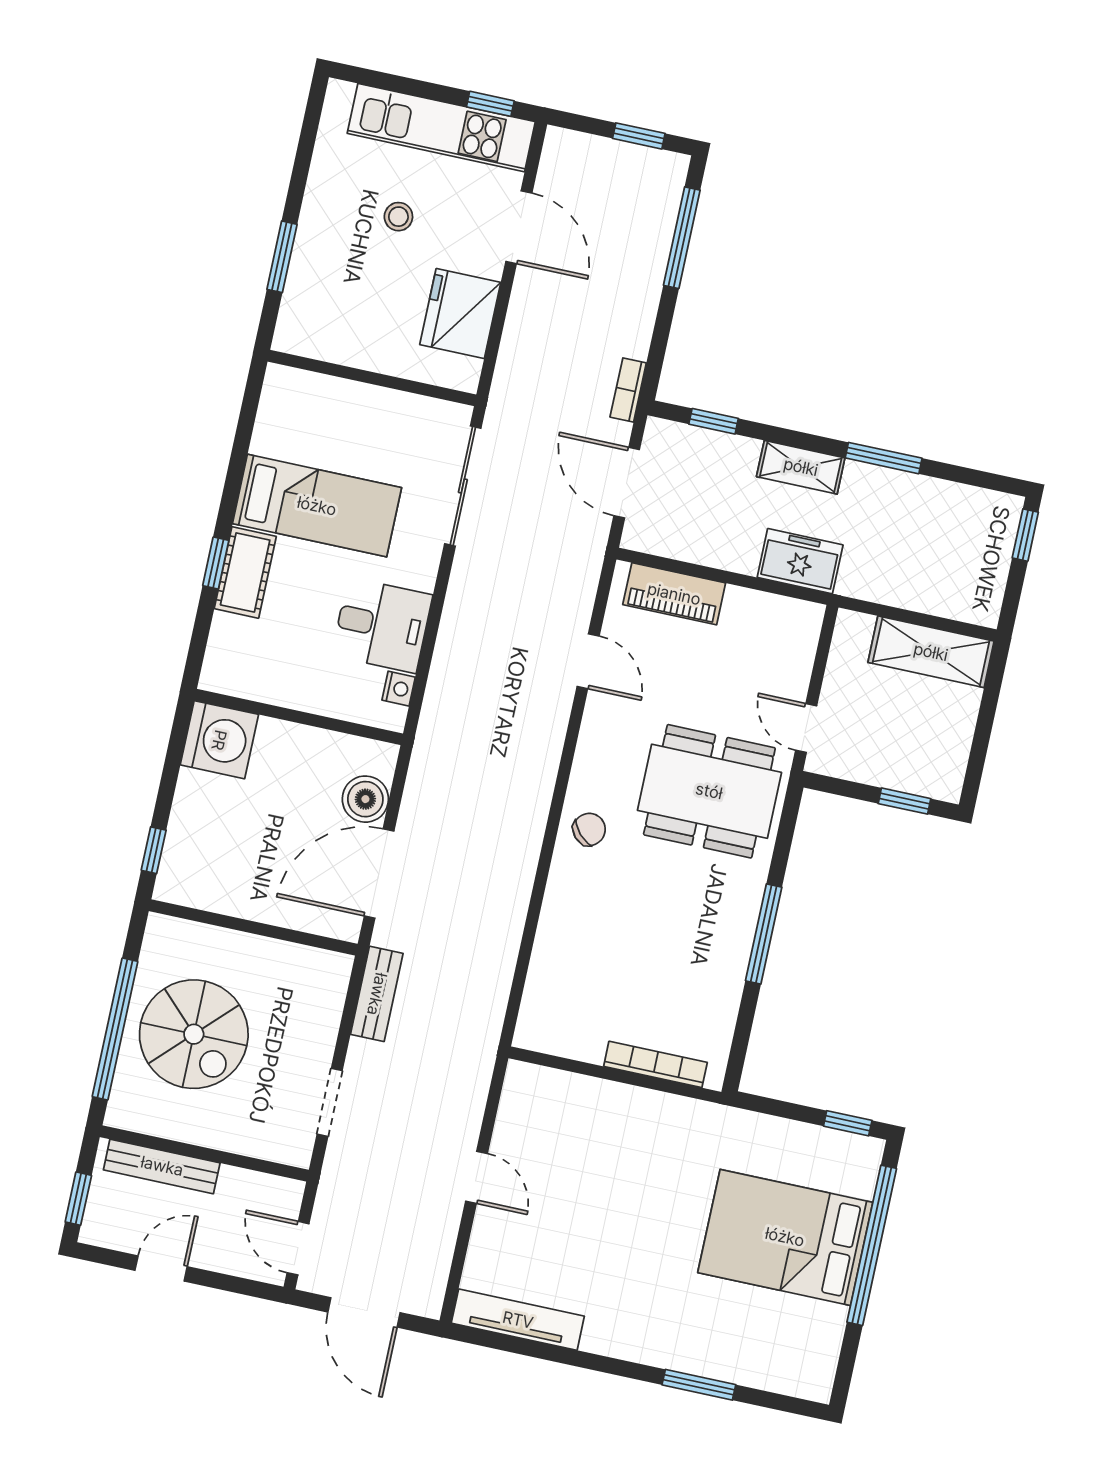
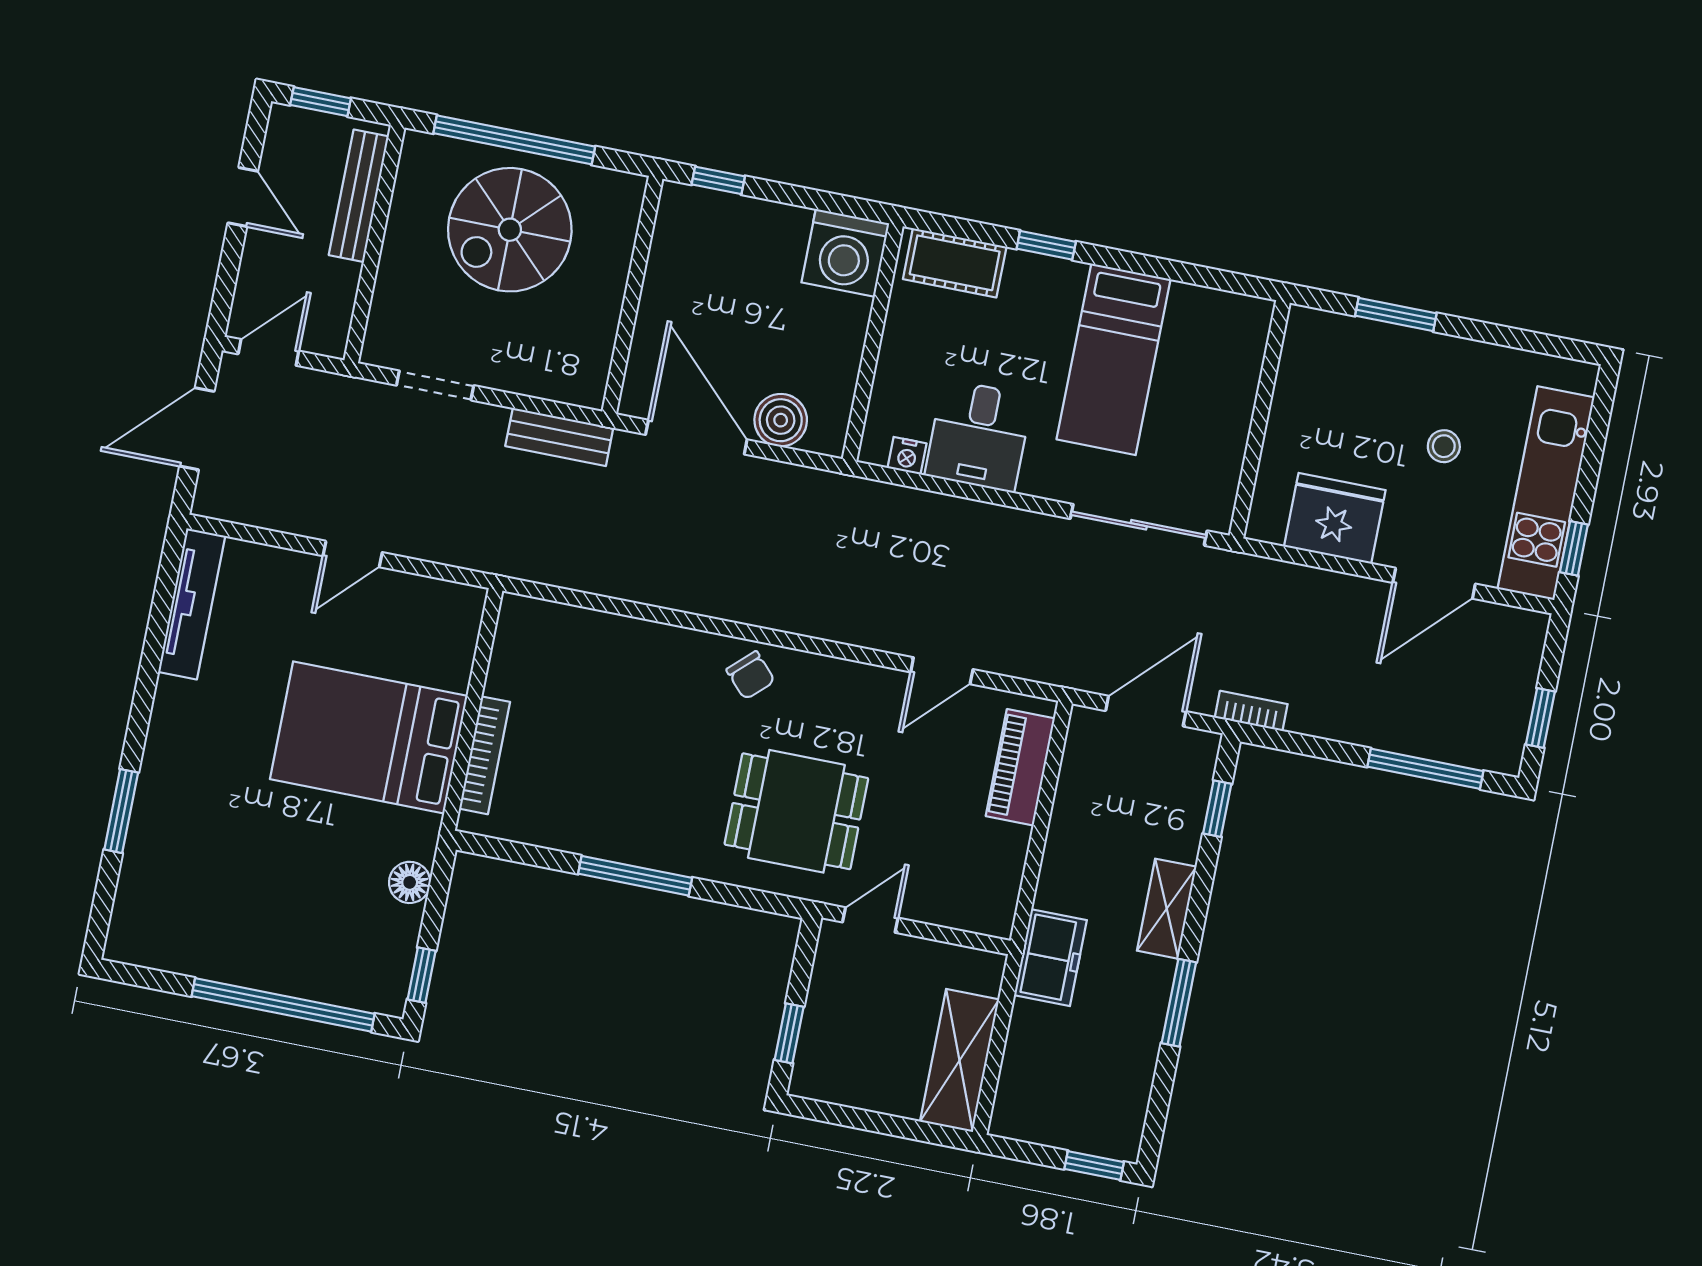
freezer: (800, 561) -> (1050, 958), moved
cot: (245, 573) -> (955, 263), moved
dining table: (709, 791) -> (796, 811), width x0.73
floor lamp: (766, 1132) -> (410, 882), added
bed: (785, 1237) -> (369, 737), moved, turned -90

